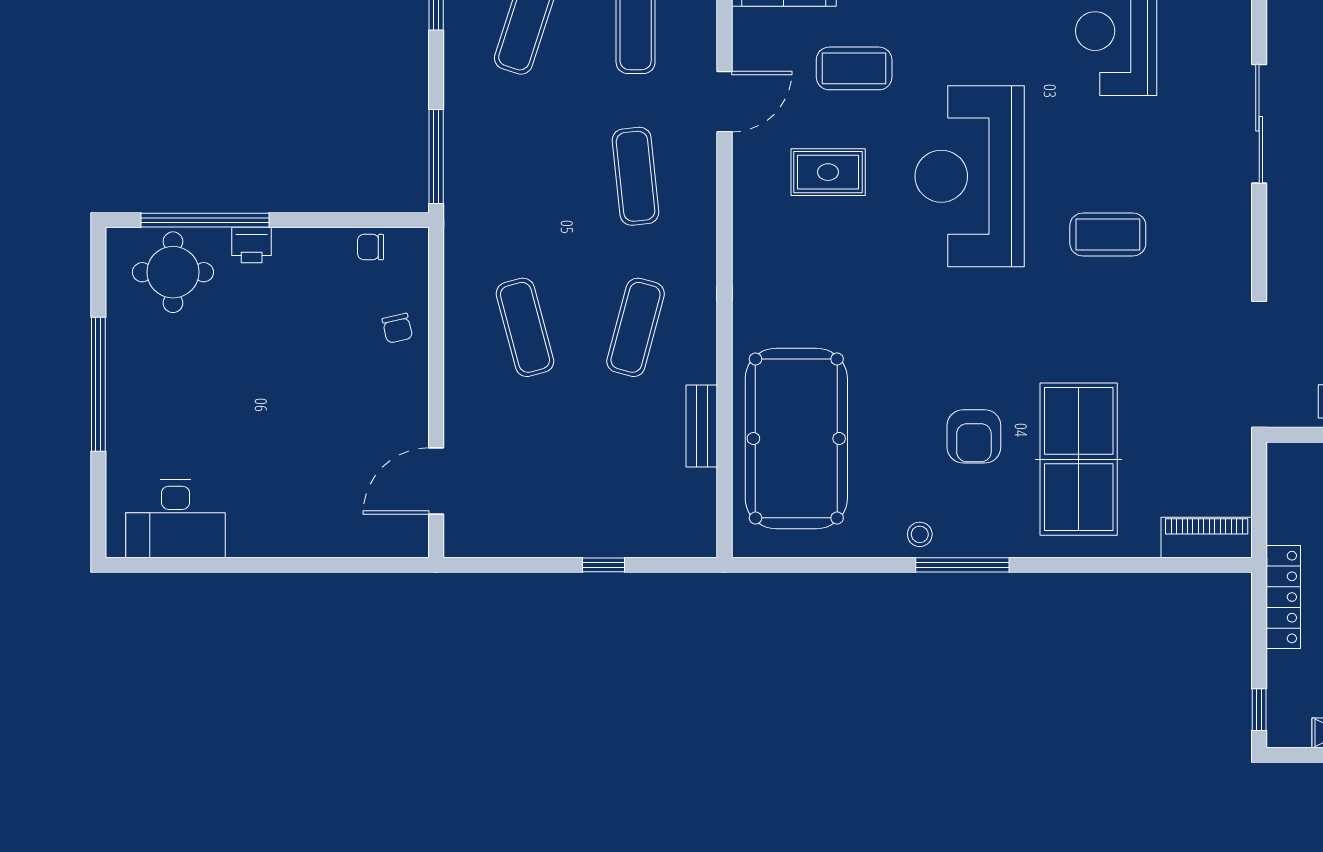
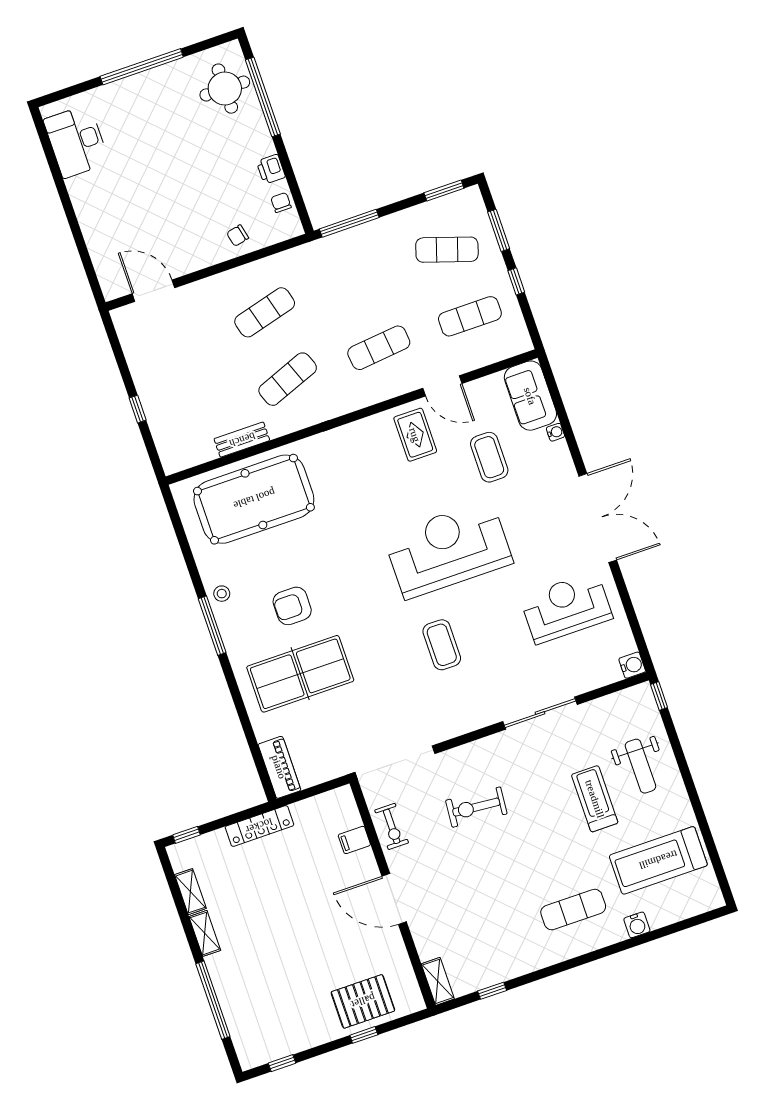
rug: (828, 172) -> (415, 435), moved
printer: (252, 245) -> (271, 169), moved
exercise mat: (636, 327) -> (288, 379), turned -36

